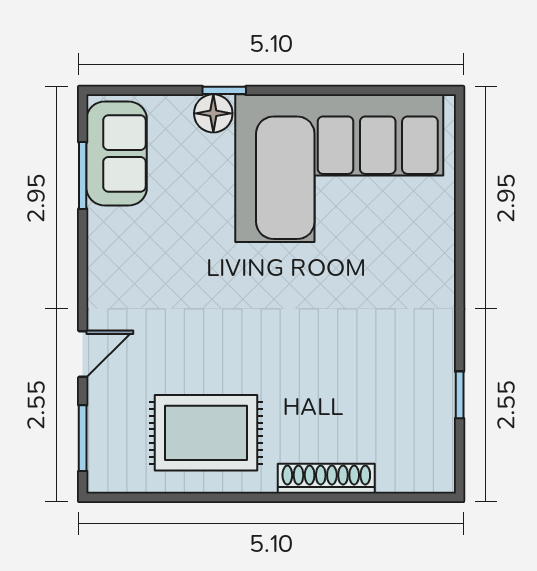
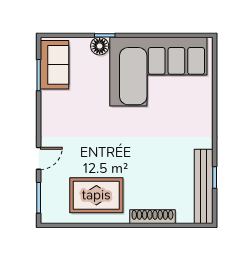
bench: (436, 414) -> (204, 186), added

